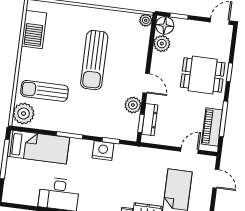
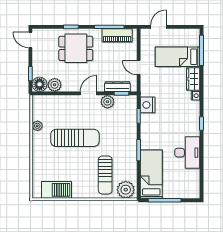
plant: (146, 20) -> (37, 126), moved
dining table: (203, 75) -> (76, 48), turned 90
nightstand: (103, 151) -> (148, 105), moved
door: (190, 151) -> (139, 68), moved

